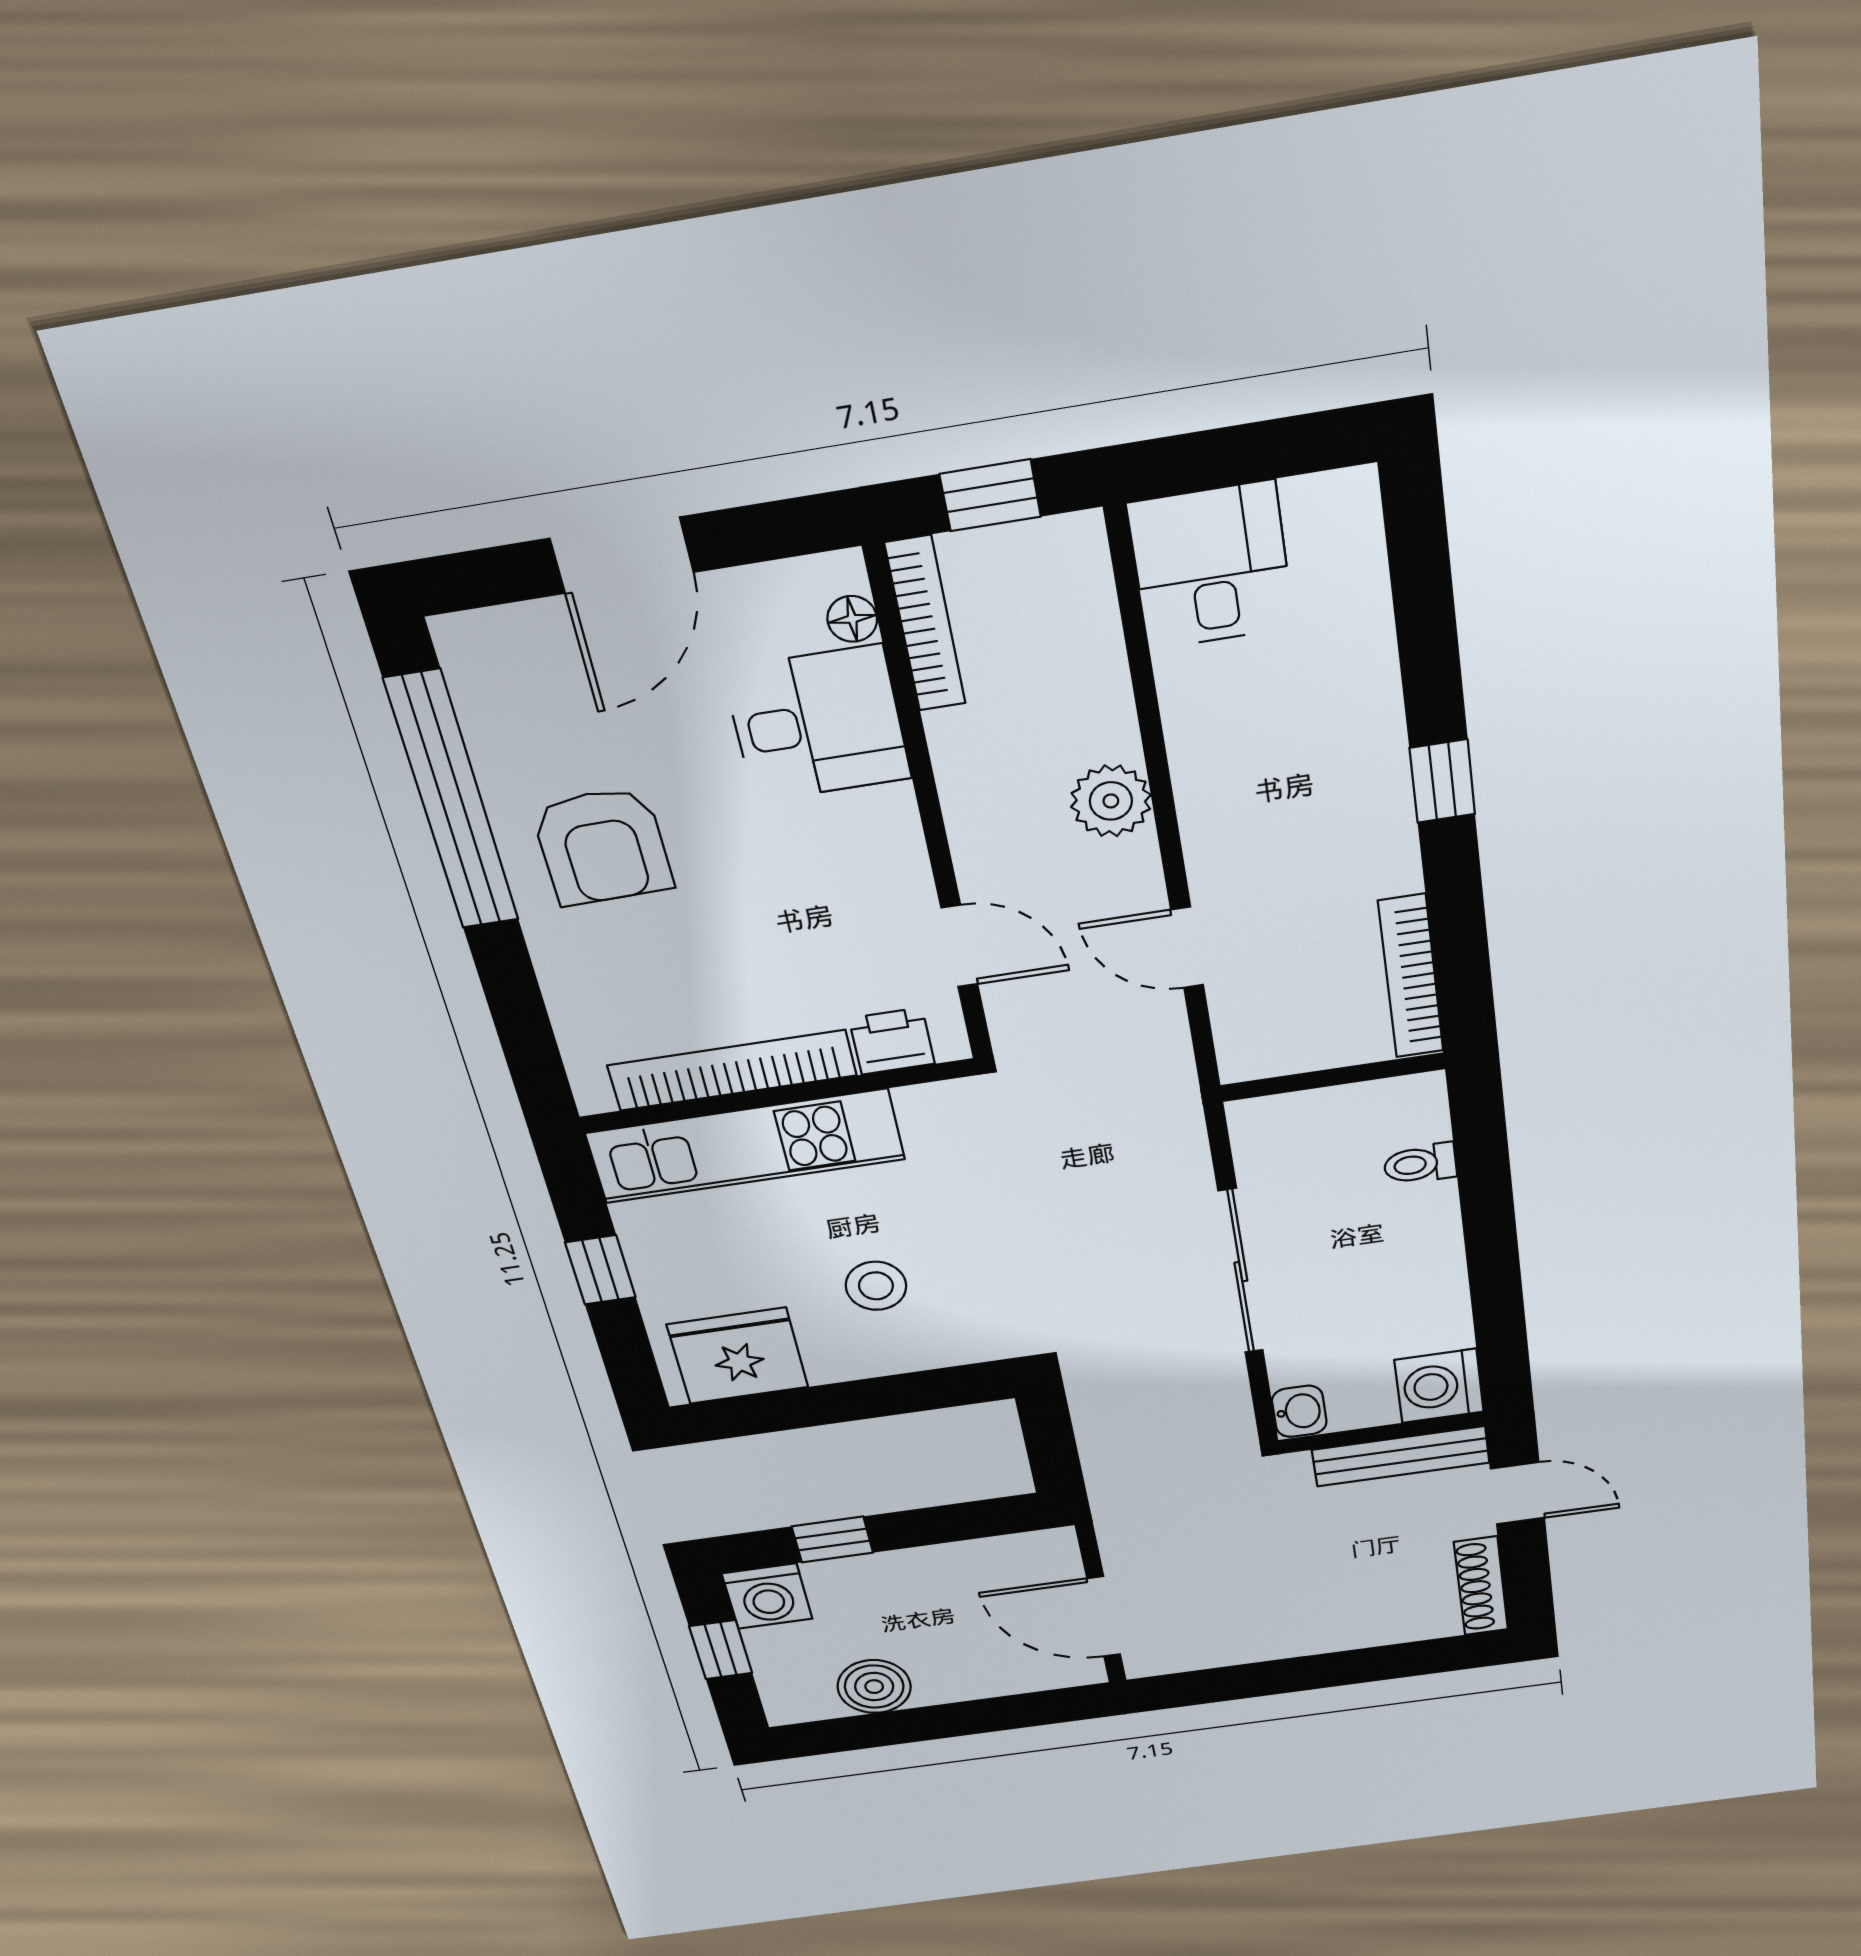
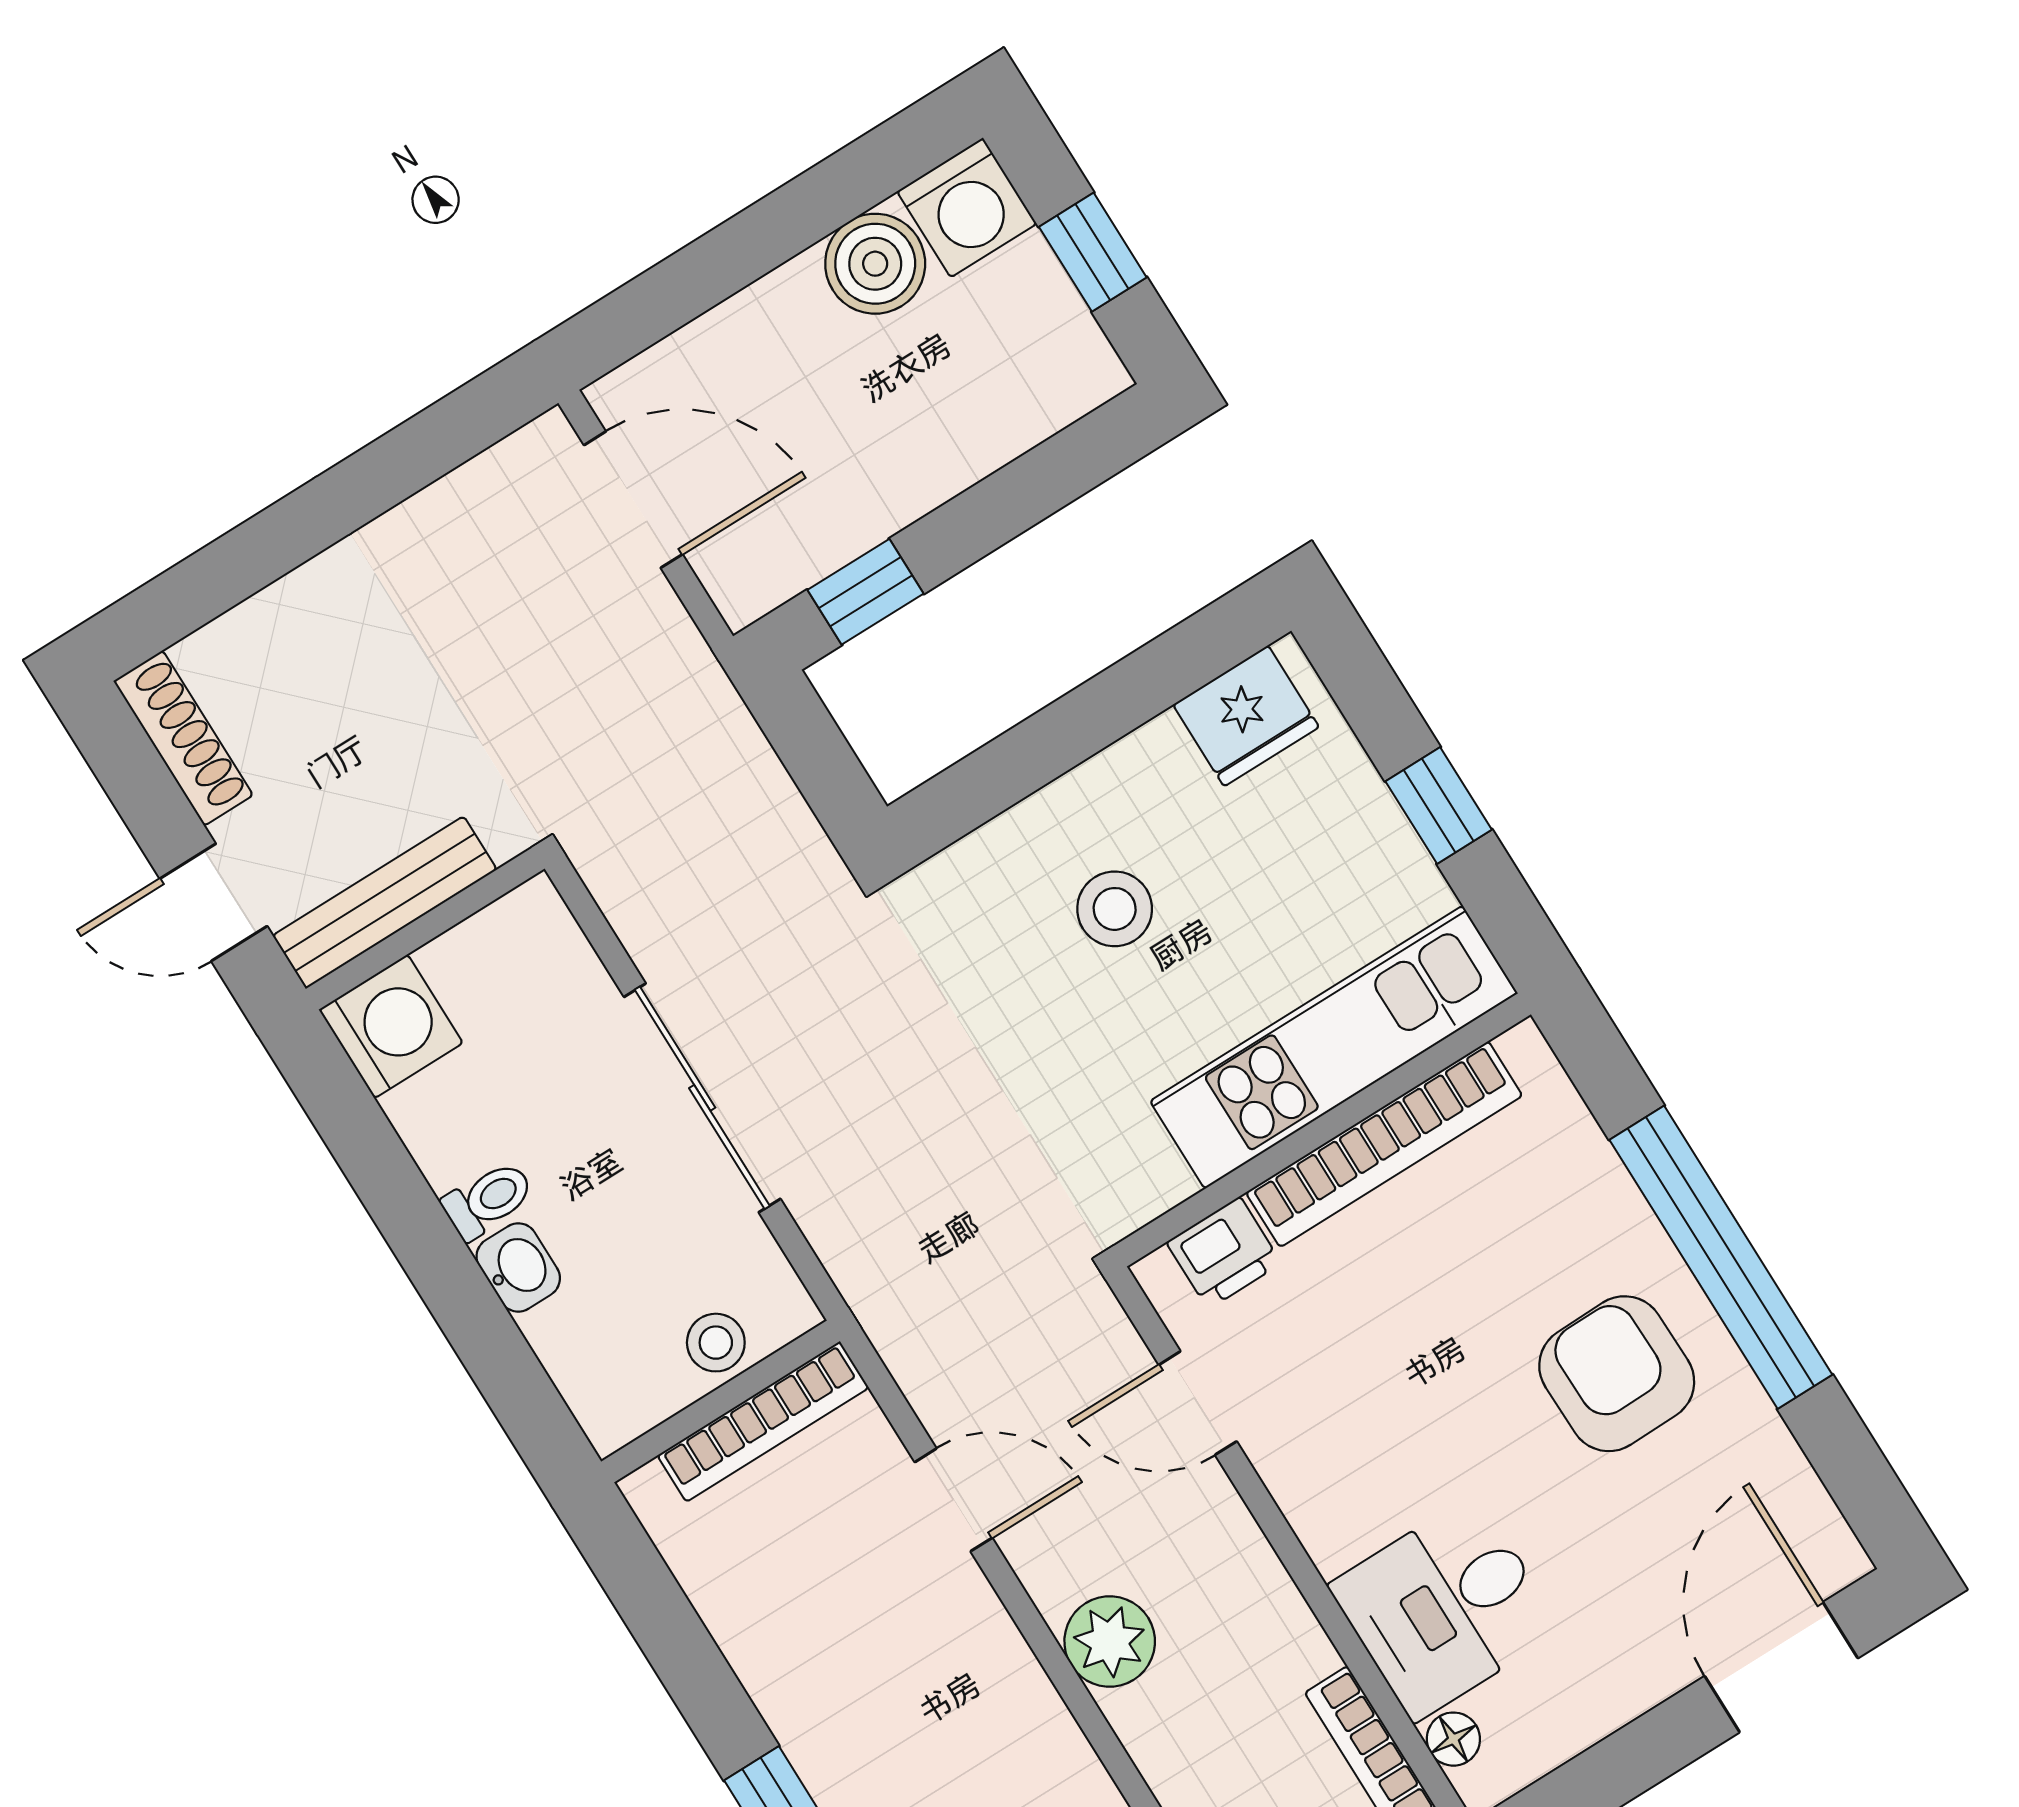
door: (622, 555) -> (1781, 1667), moved
window: (452, 801) -> (1721, 1257), moved
bookcase: (1411, 977) -> (763, 1422), moved, turned 90
stool: (1315, 1116) -> (716, 1343), added
toilet: (1420, 1164) -> (488, 1200), moved
fridge: (738, 1356) -> (1246, 716), width x0.73, depth x0.75
washbasin: (1299, 1411) -> (518, 1267), moved, turned 180
window: (832, 1539) -> (865, 592), moved
washing machine: (767, 1596) -> (967, 208), moved, turned 180

